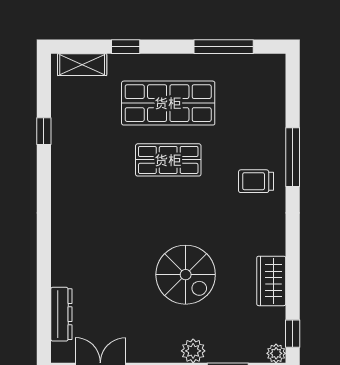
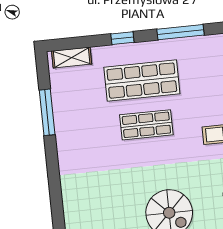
window: (126, 47) -> (122, 38), moved
window: (44, 131) -> (47, 112), width x2.17

